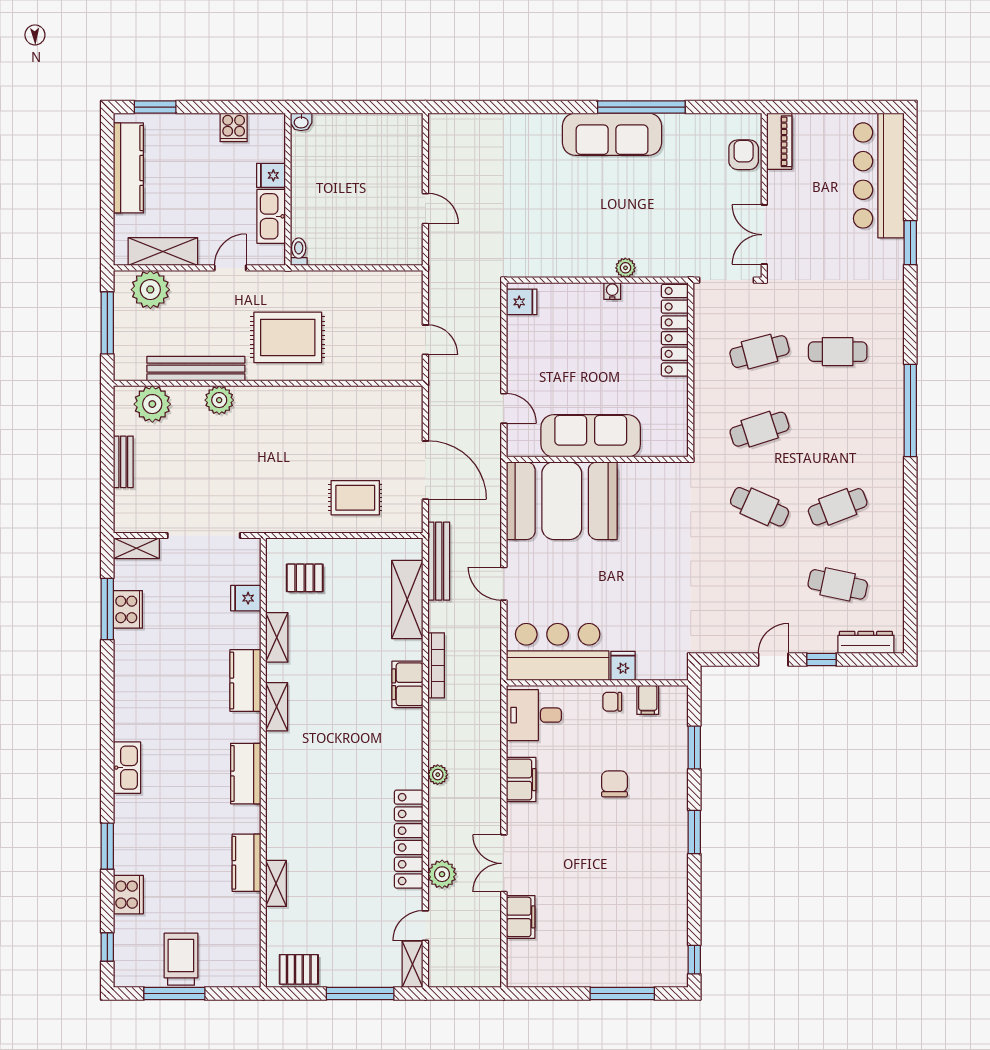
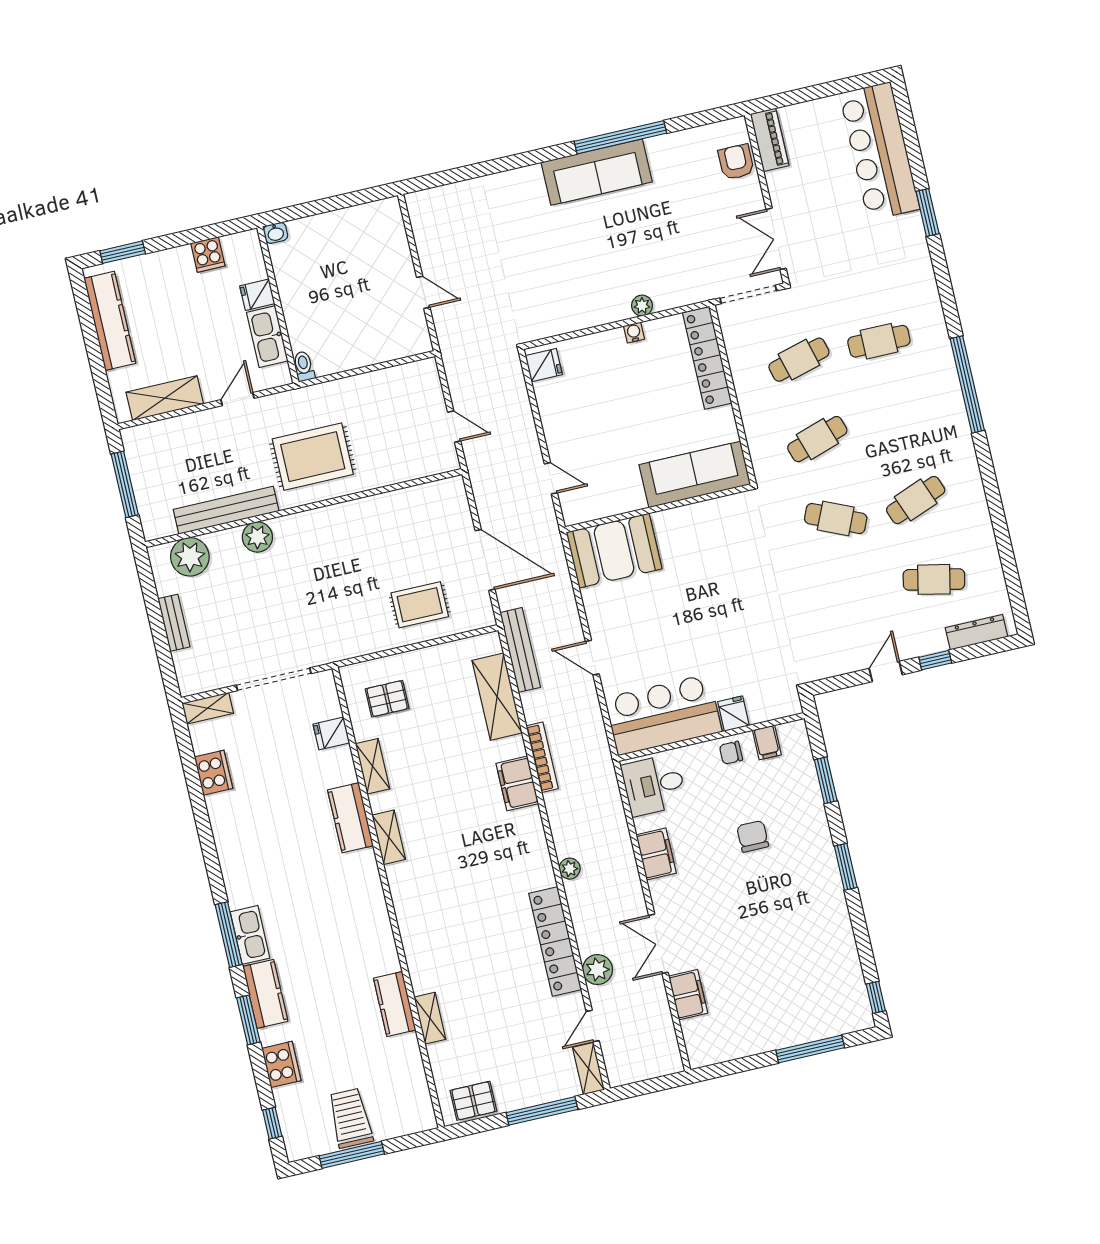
plant: (150, 290) -> (161, 440), removed
sofa: (591, 436) -> (695, 474), moved
booth: (562, 501) -> (614, 551), width x0.73, depth x0.70
window: (107, 609) -> (229, 935), moved
kitchen counter: (246, 774) -> (265, 994), moved, turned 180

